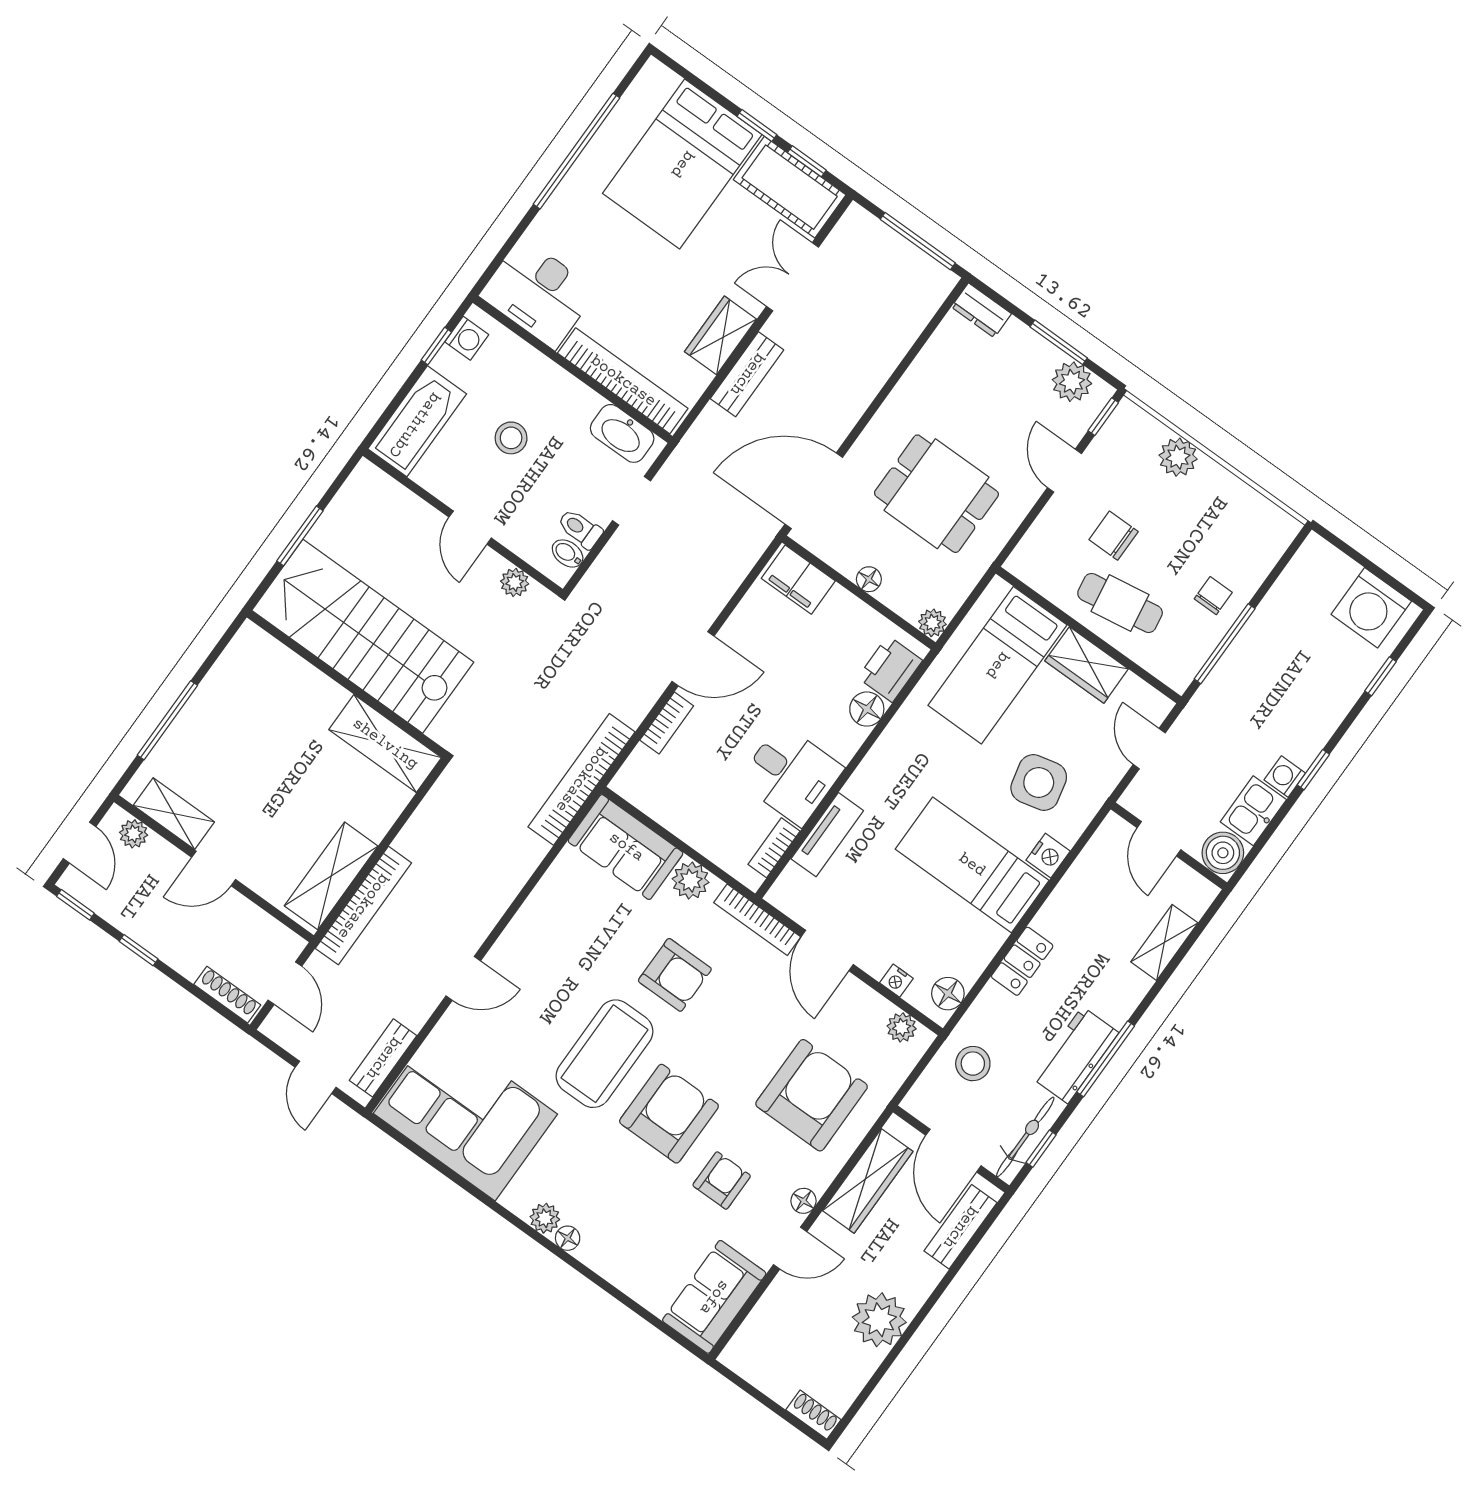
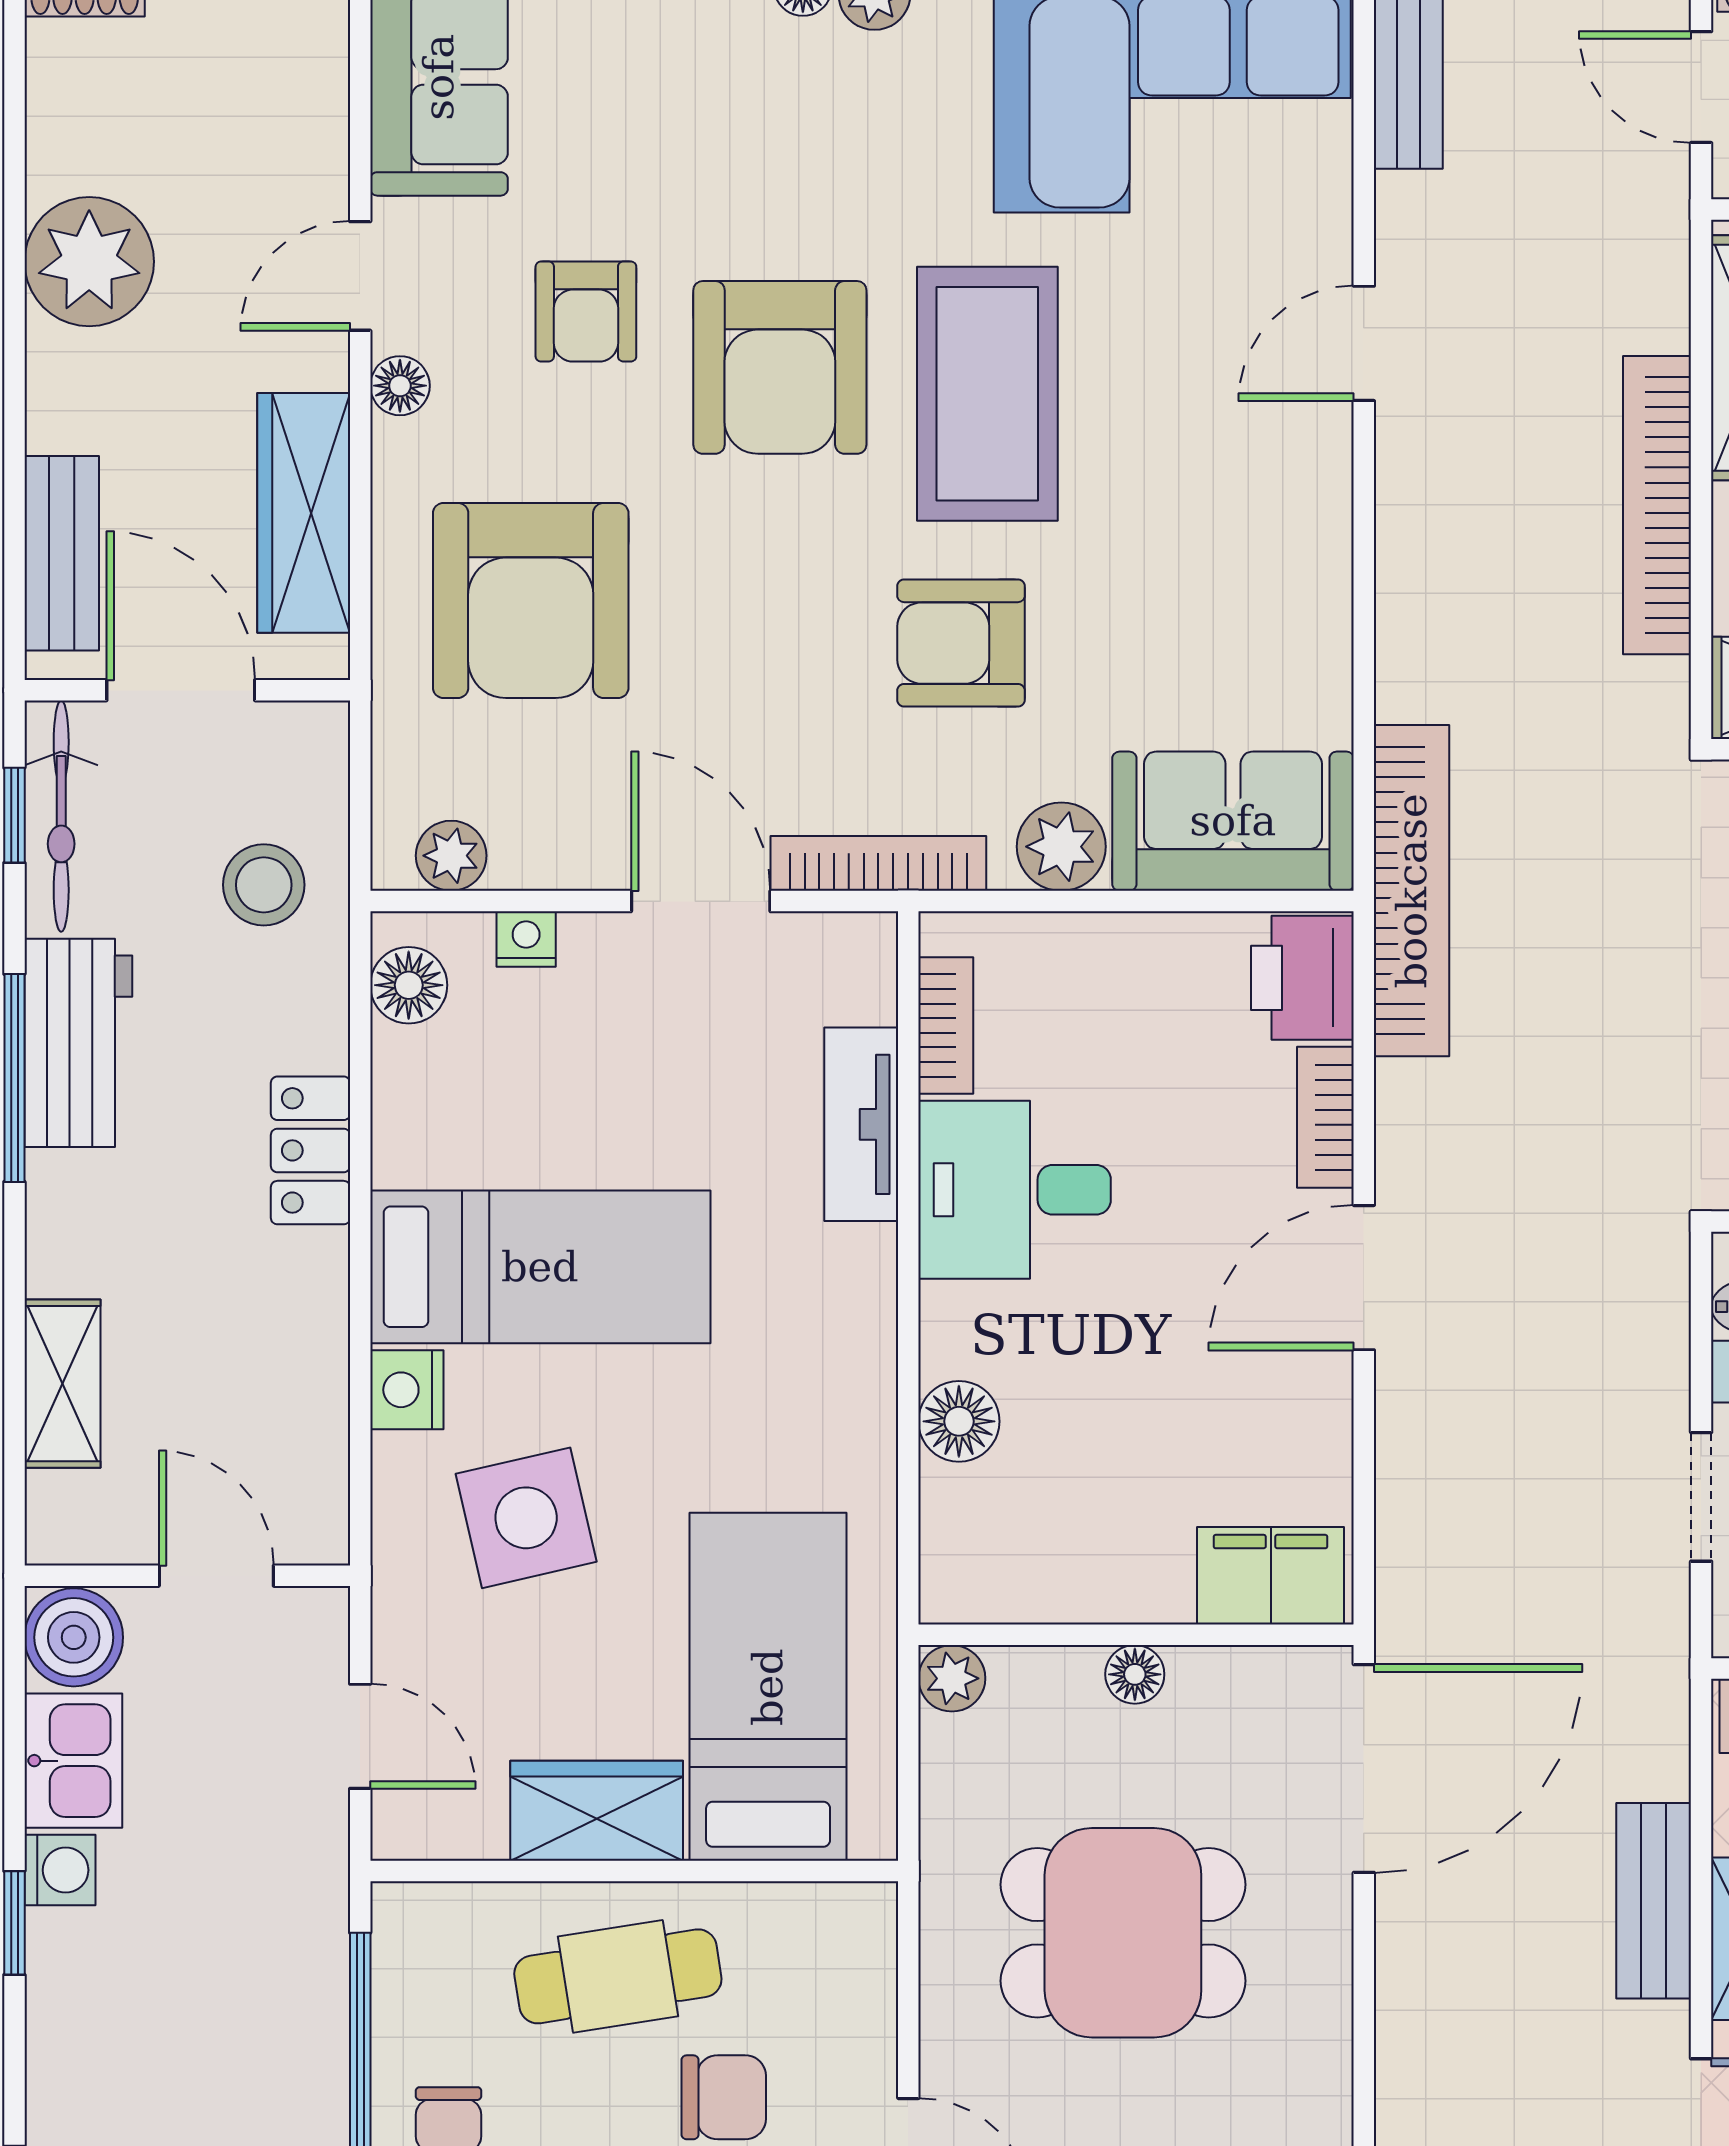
printer: (890, 669) -> (1302, 978), moved, turned 180
bookcase: (363, 906) -> (1657, 505), moved

